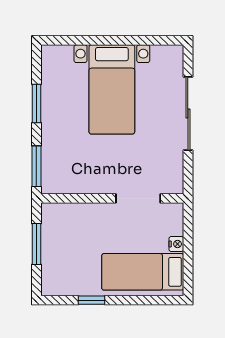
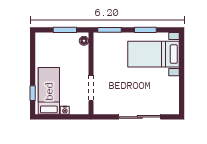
bed with nightstands: (112, 89) -> (154, 54), moved
floor lamp: (55, 211) -> (84, 41), added
window: (91, 300) -> (33, 93), moved

